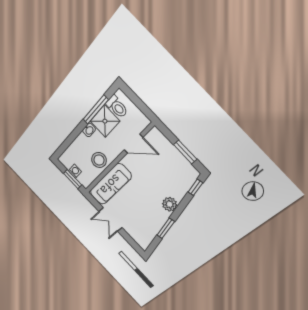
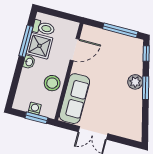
window: (185, 152) -> (120, 30), width x1.44
window: (166, 228) -> (146, 88), moved

